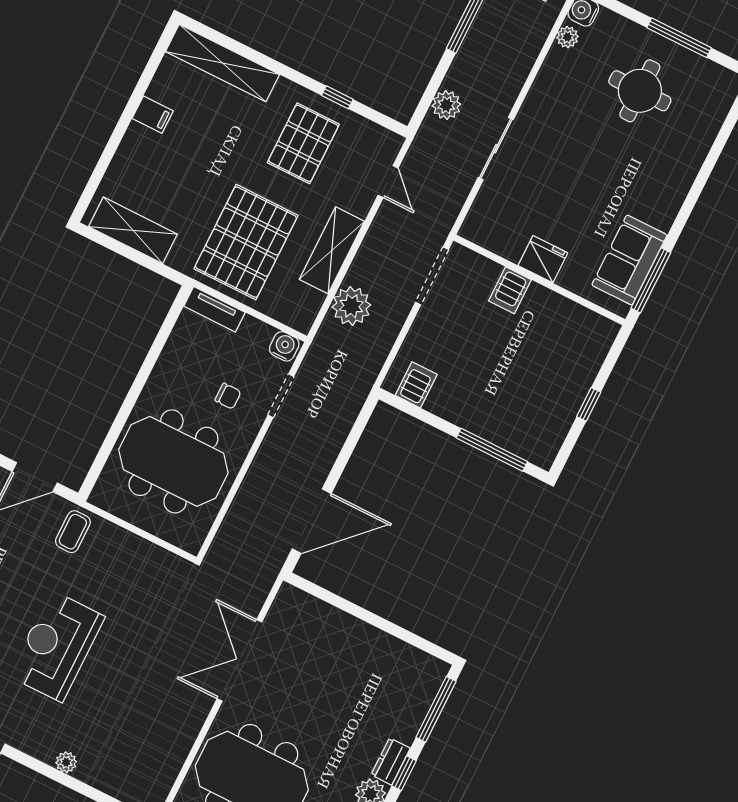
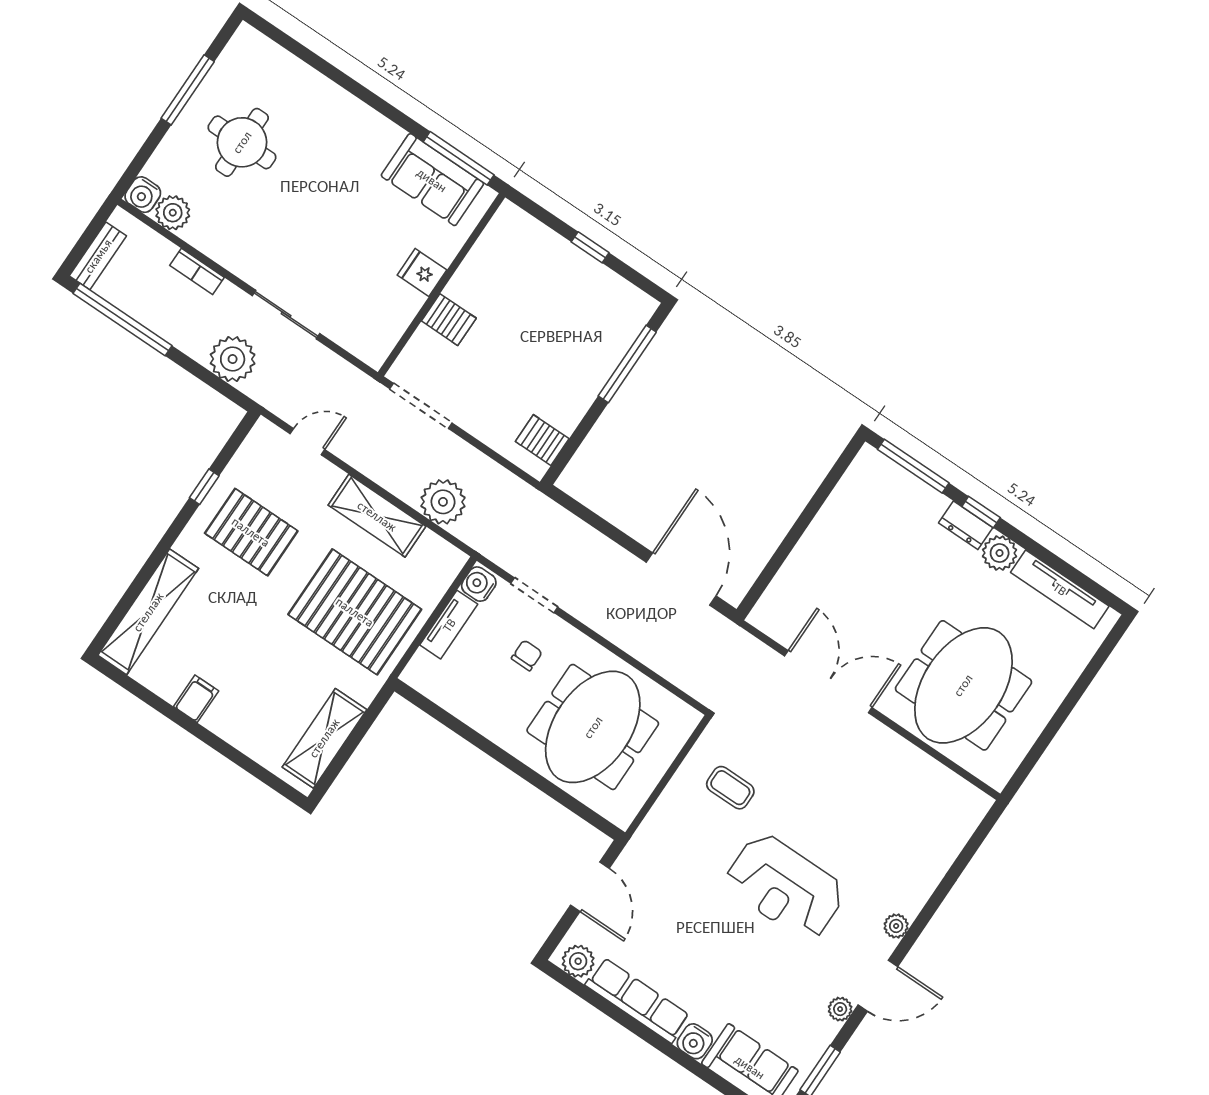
plant: (567, 37) -> (173, 213), width x1.38, depth x1.38
bookcase: (523, 67) -> (197, 271), added
plant: (446, 105) -> (233, 359), width x1.36, depth x1.36
fridge: (543, 259) -> (422, 272), width x0.72
tv unit: (214, 309) -> (449, 625), moved
coffee table: (73, 532) -> (730, 788), moved
double door: (239, 660) -> (828, 682), swing flipped
plant: (66, 762) -> (896, 926), moved

